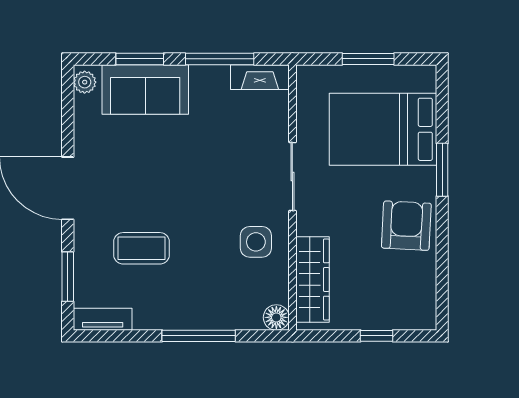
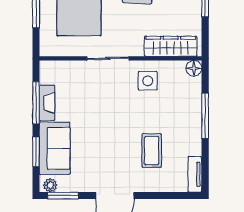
fireplace: (260, 77) -> (47, 103), moved
window: (68, 277) -> (63, 196), moved

